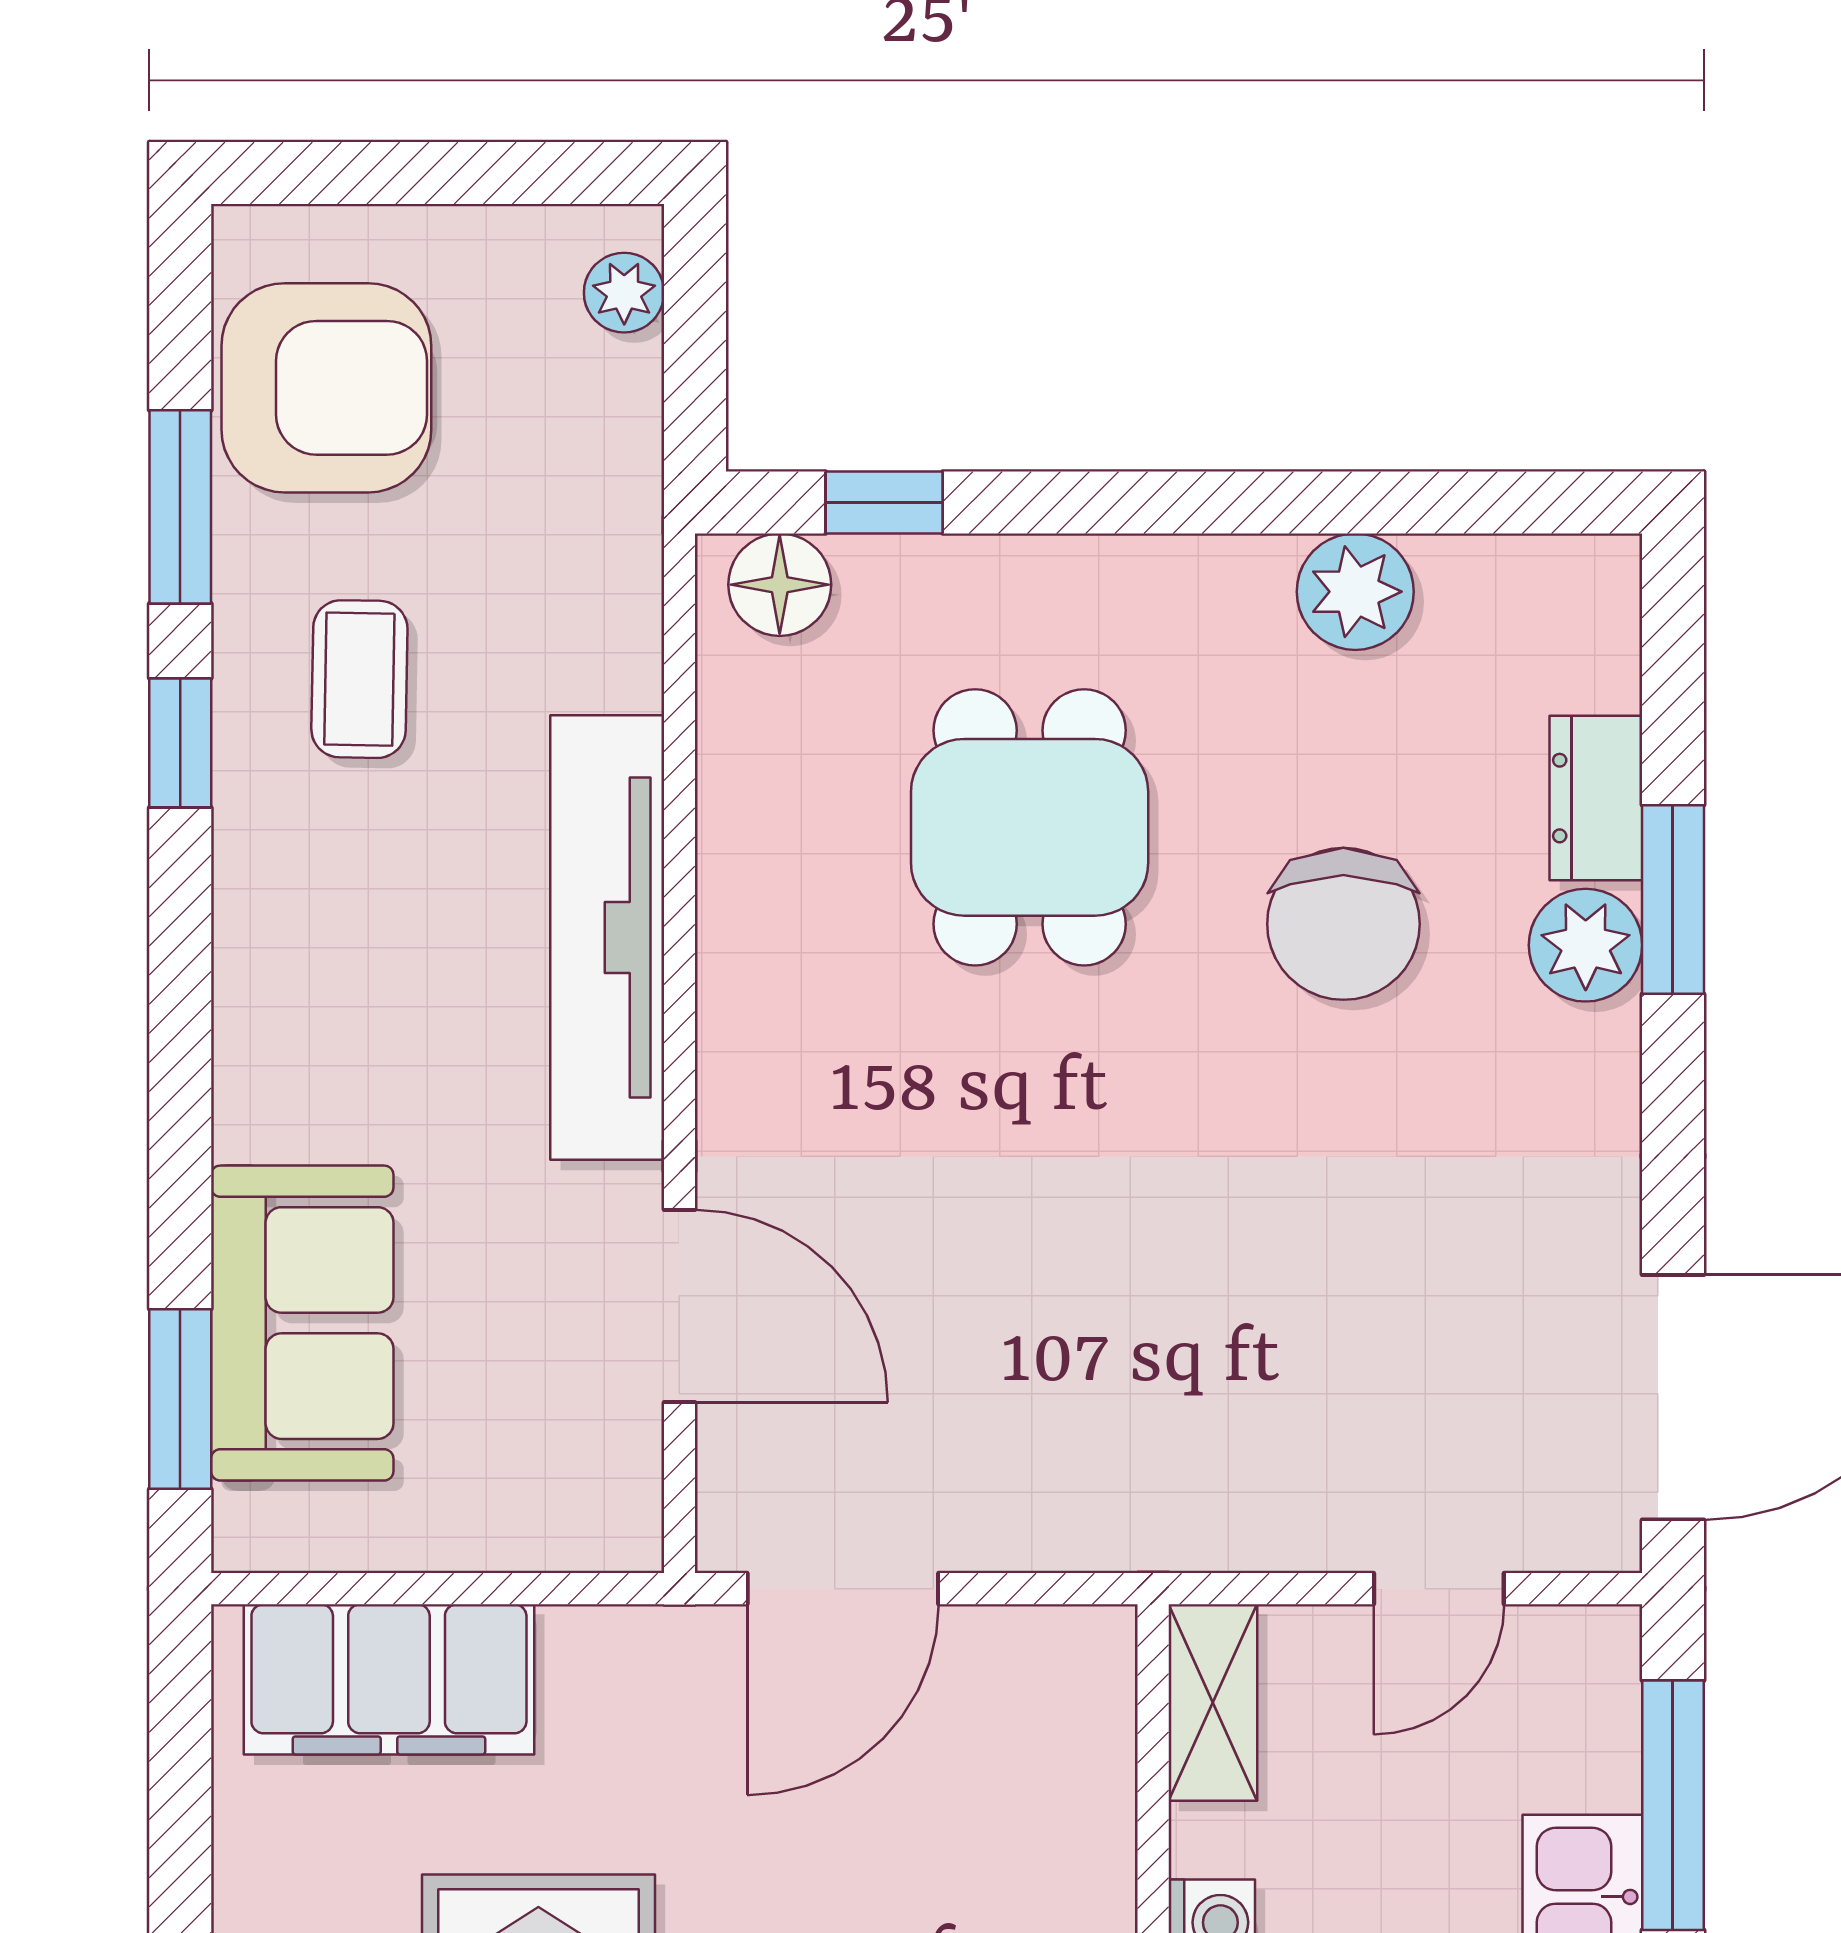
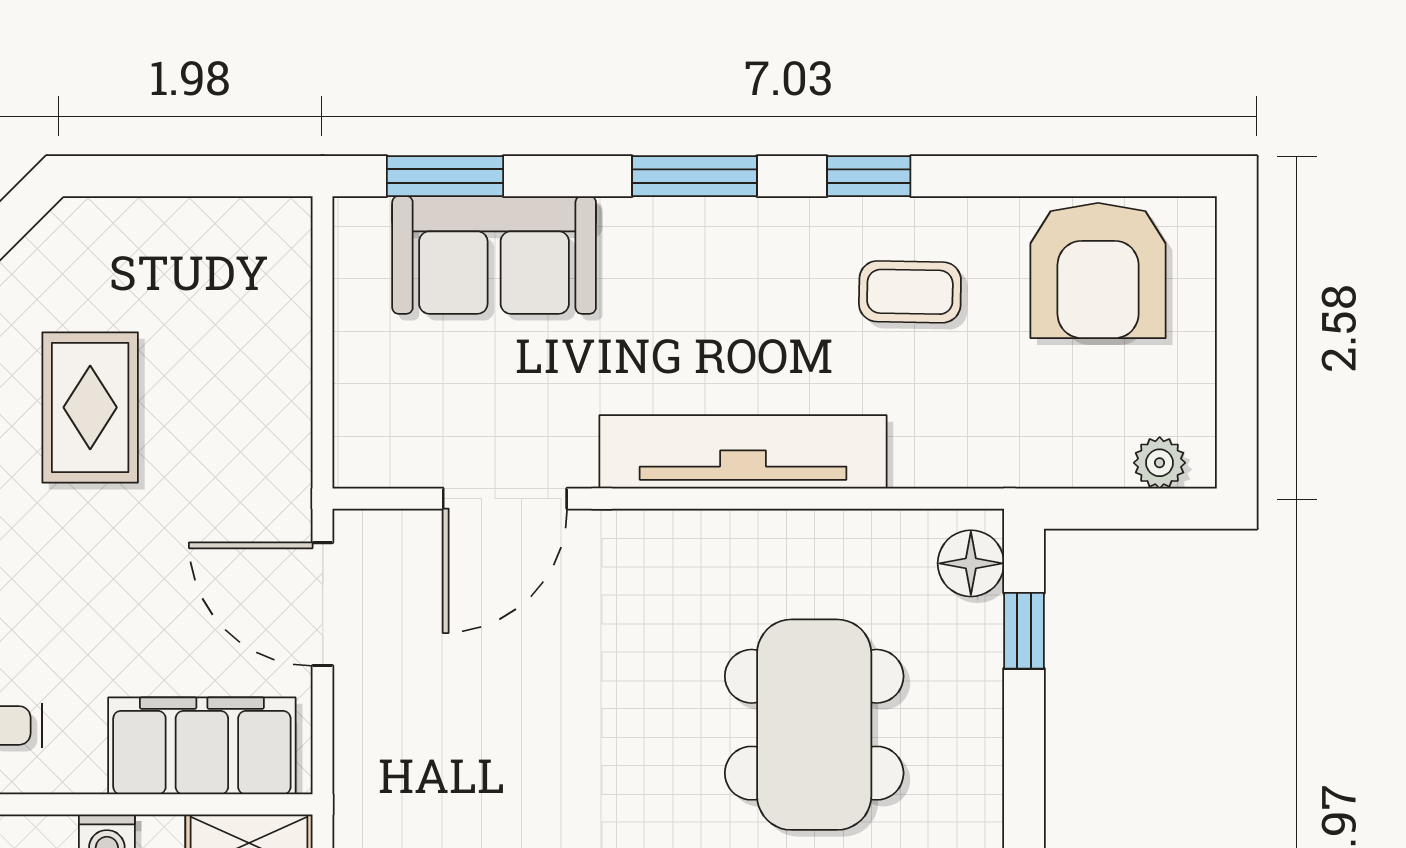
window: (180, 507) -> (694, 176), moved
dining table: (1030, 827) -> (814, 725), width x1.38
filing cabinet: (389, 1679) -> (202, 746), moved, turned 90

